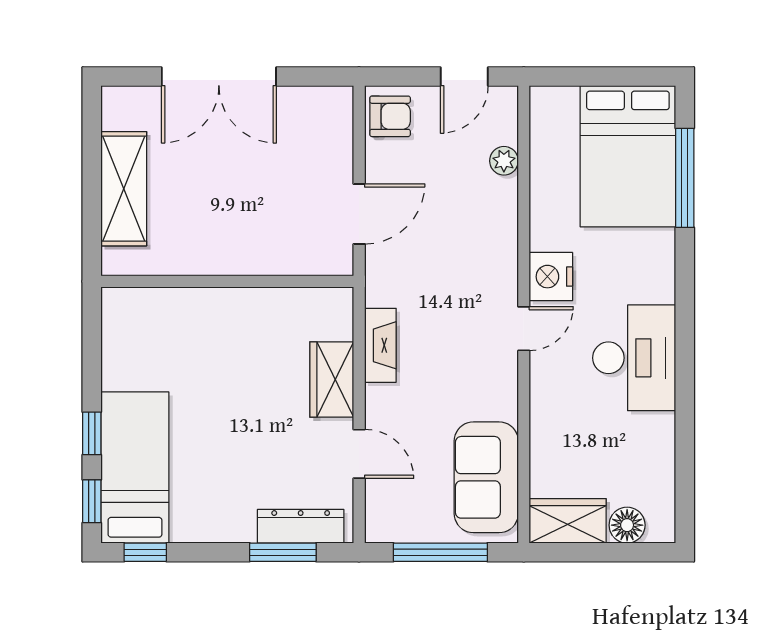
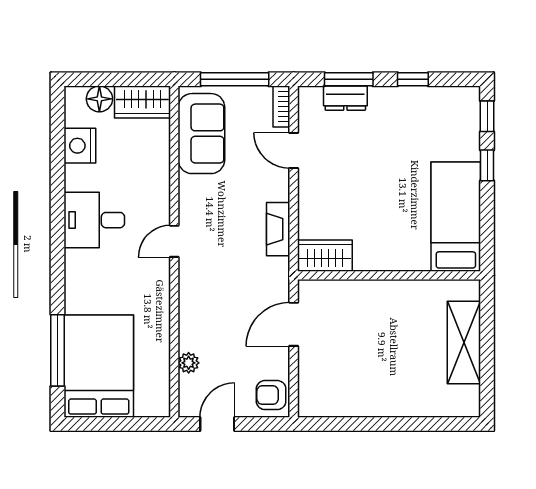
double door: (219, 76) -> (395, 424), removed
nightstand: (551, 277) -> (80, 146), moved, turned 180
desk: (634, 358) -> (94, 220), width x0.73
wardrobe: (332, 379) -> (325, 256), moved, turned -90
bed: (135, 468) -> (456, 217), moved, turned 180
bookcase: (376, 515) -> (281, 107), added
dresser: (301, 526) -> (345, 98), width x0.70
window: (145, 552) -> (413, 79), moved

